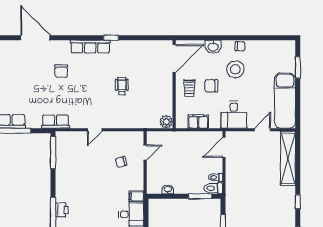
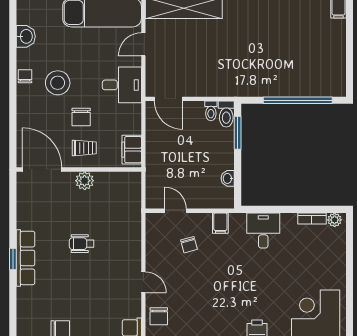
row of seats: (90, 47) -> (26, 258), moved
washbasin: (213, 47) -> (26, 36), moved
plant: (166, 122) -> (85, 181), moved
filing cabinet: (198, 122) -> (132, 150), moved
door: (262, 130) -> (143, 44), hinge flipped
chair: (71, 141) -> (159, 316), added
filing cabinet: (136, 196) -> (220, 223), moved

